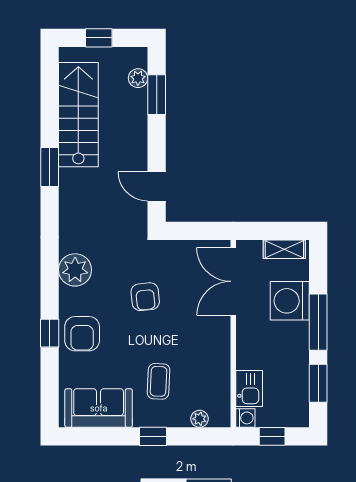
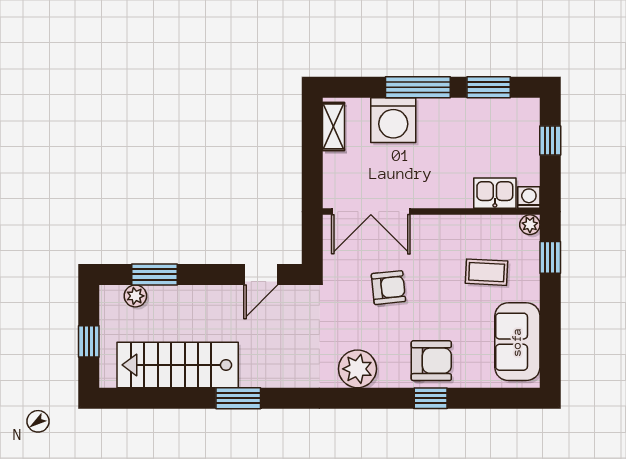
double door: (233, 281) -> (371, 212), moved
wall: (233, 334) -> (431, 212), moved
kitchen sink: (249, 389) -> (495, 193), moved
washing machine: (245, 418) -> (529, 198), moved
window: (153, 436) -> (550, 257), moved

